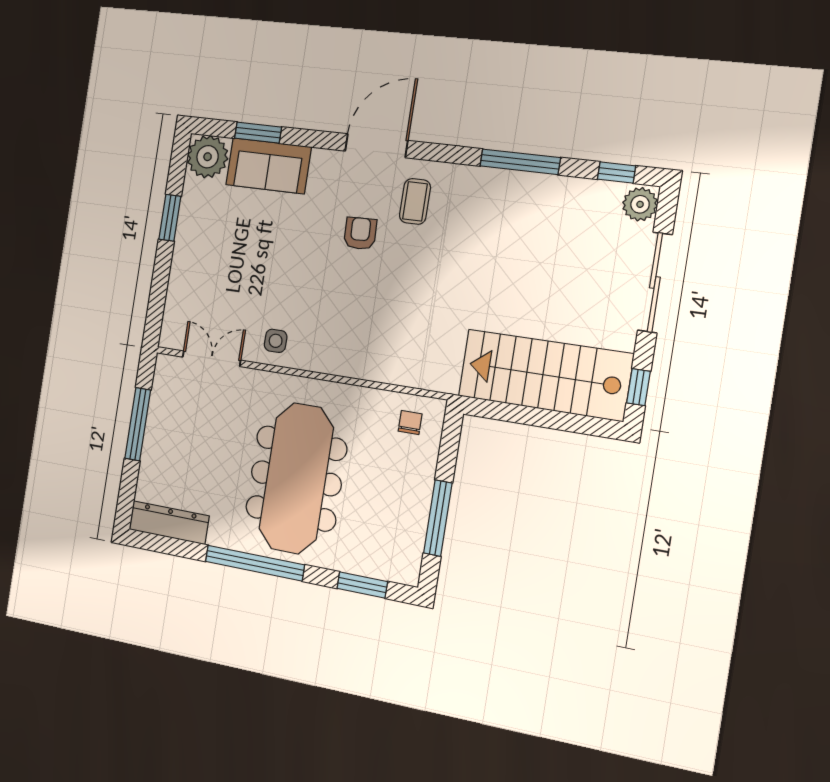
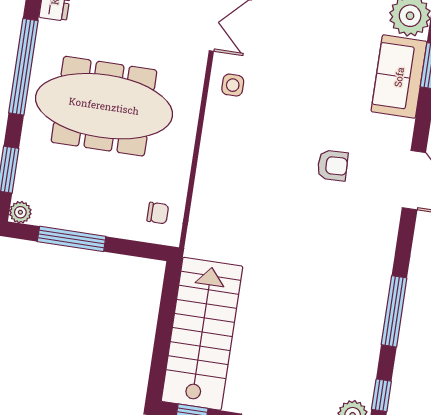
coffee table: (415, 201) -> (361, 216), removed
plant: (408, 573) -> (20, 212), added

